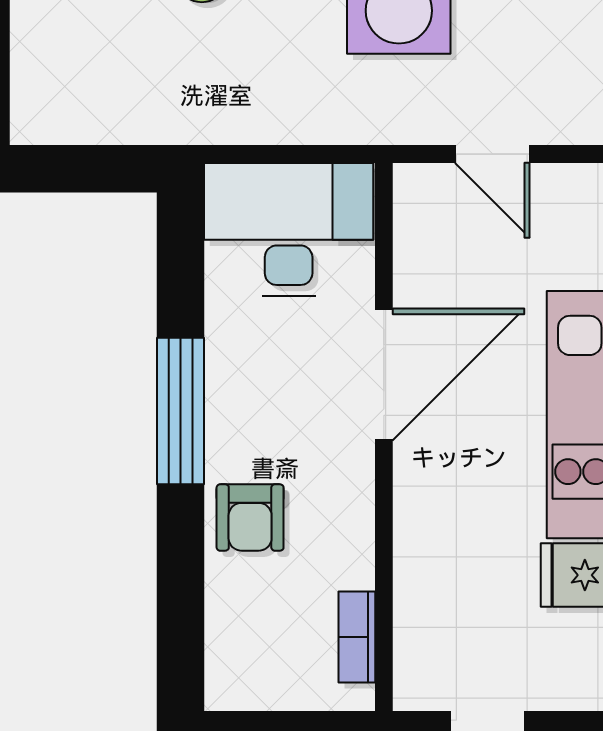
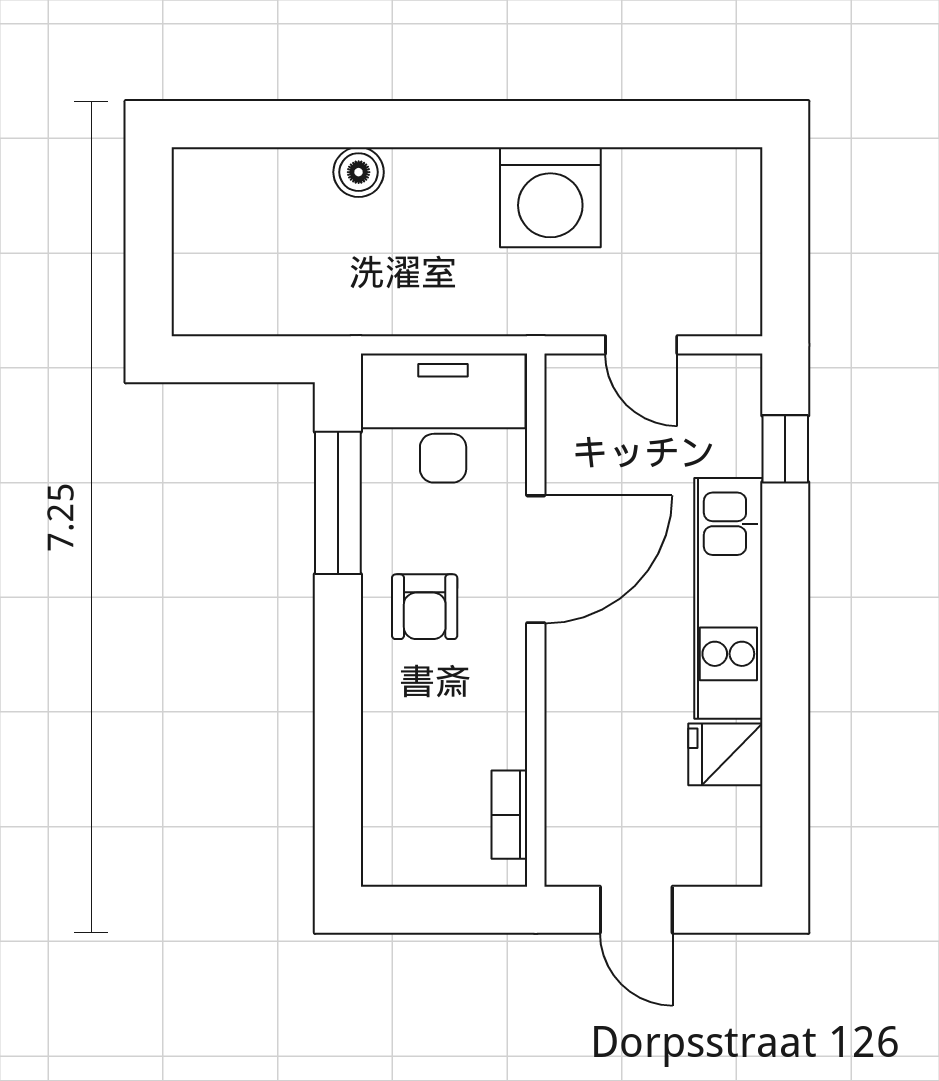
window: (180, 411) -> (338, 503), moved
armchair: (250, 517) -> (425, 607), moved

